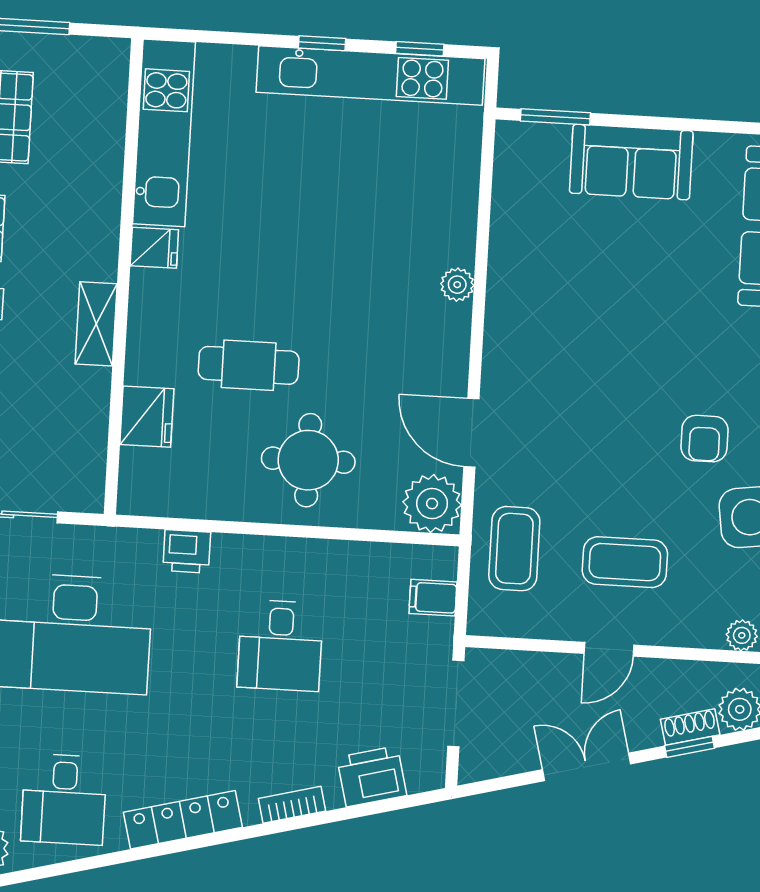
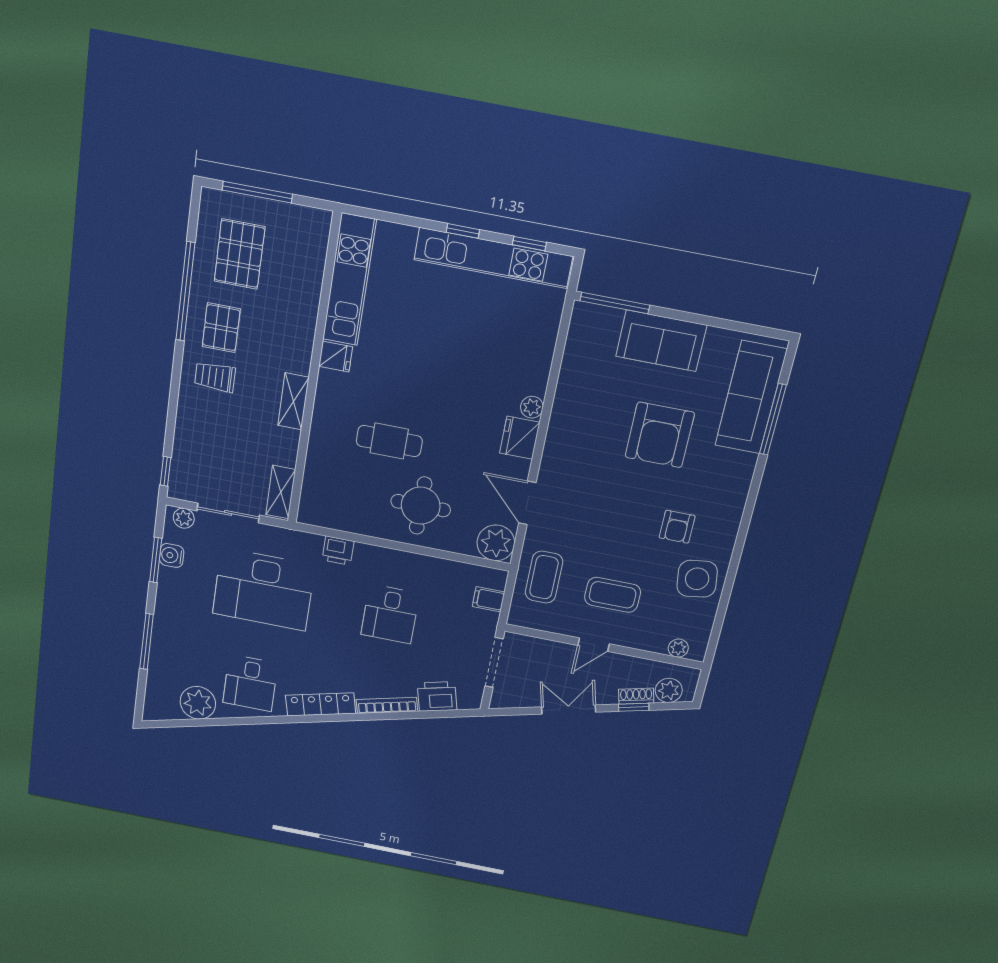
window: (555, 117) -> (615, 303), width x1.44
armchair: (653, 301) -> (660, 435), added
fridge: (147, 417) -> (520, 438), moved, turned 180
shelving: (88, 469) -> (281, 492), added
bookcase: (292, 805) -> (387, 705), width x1.56

